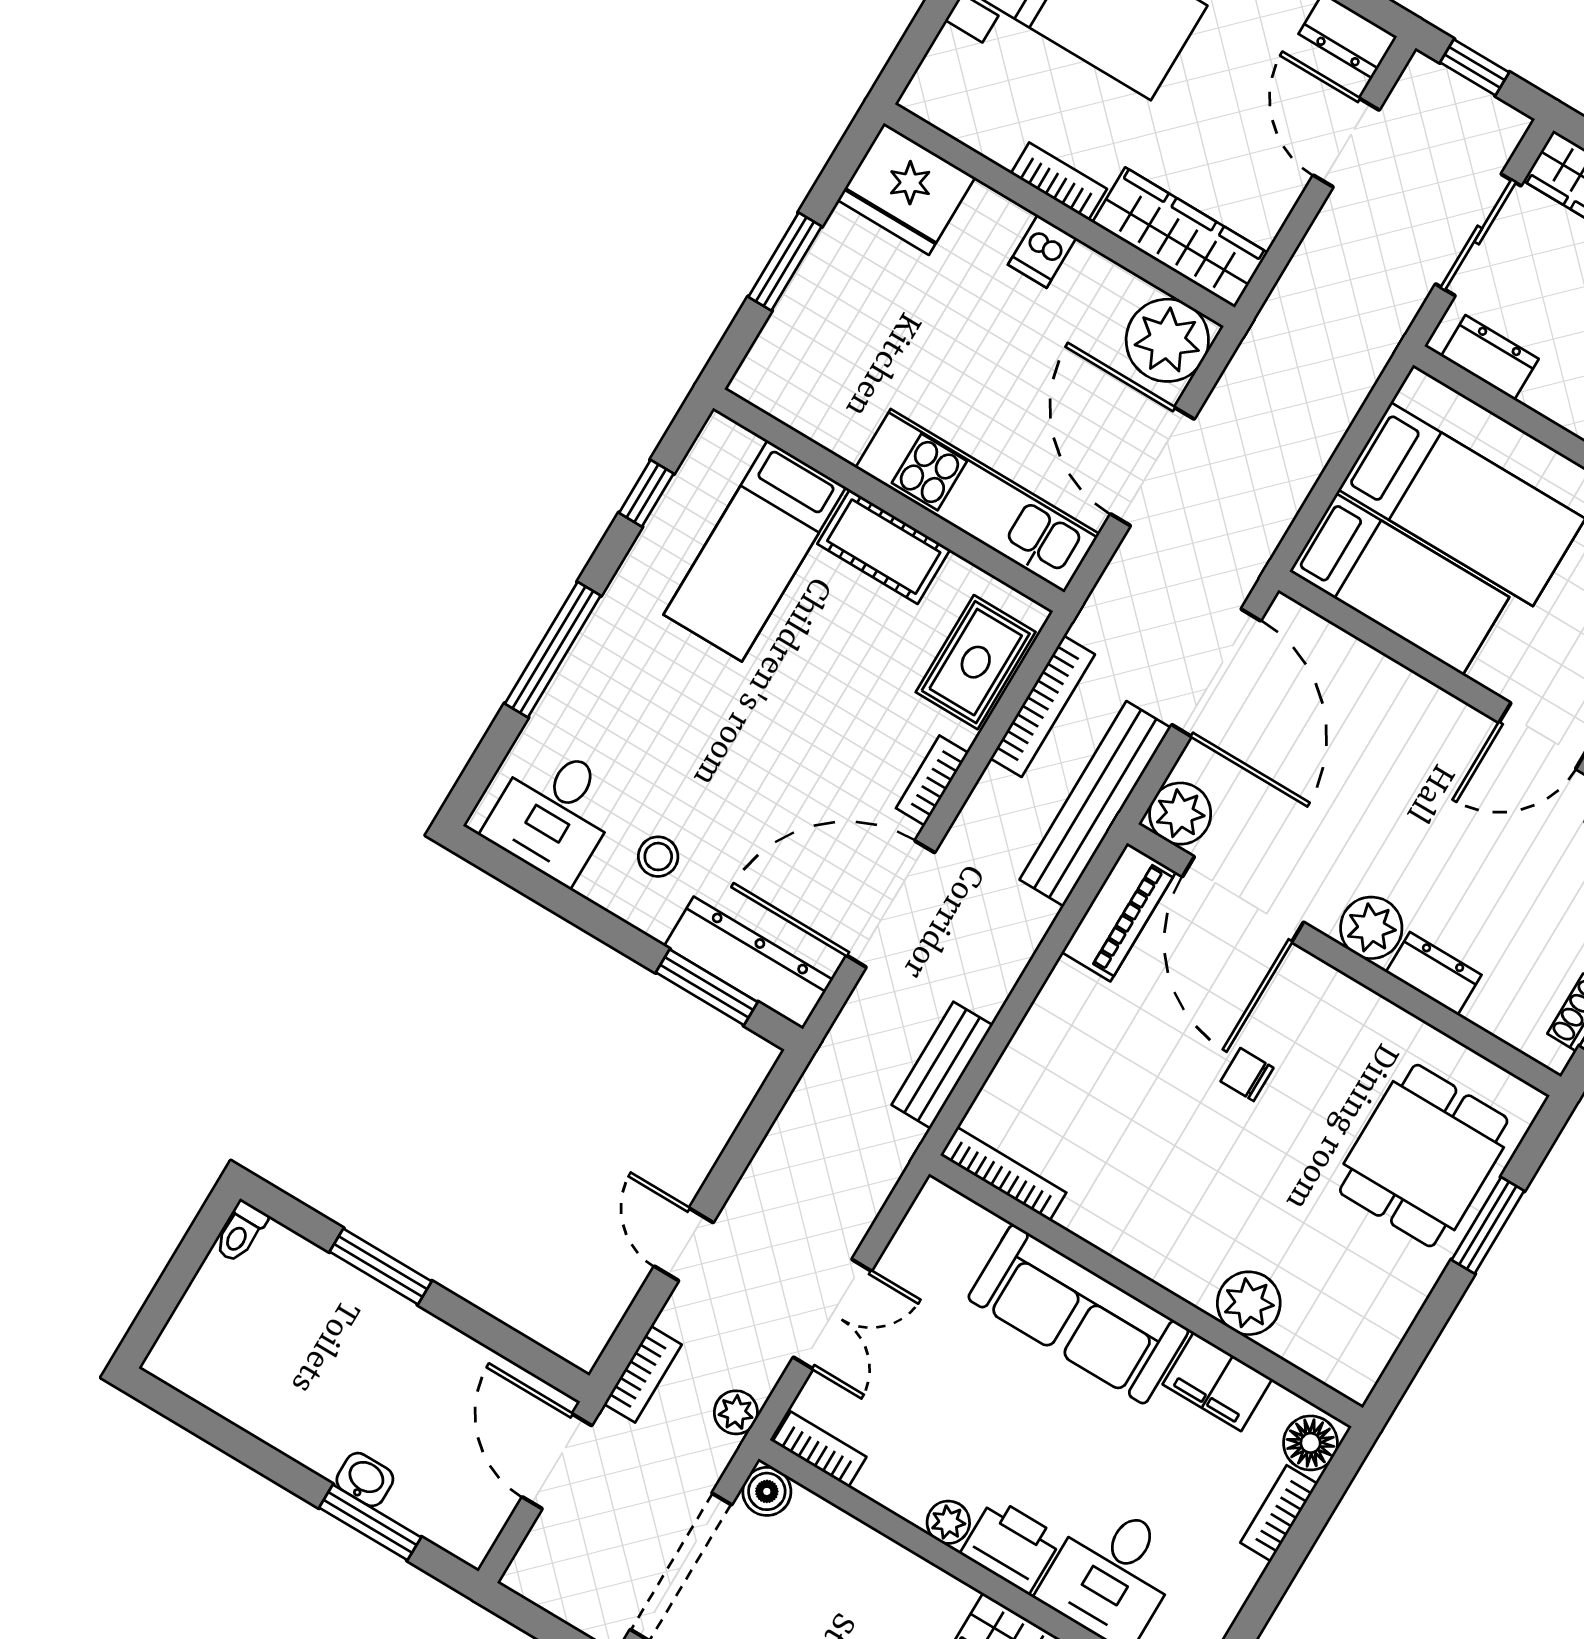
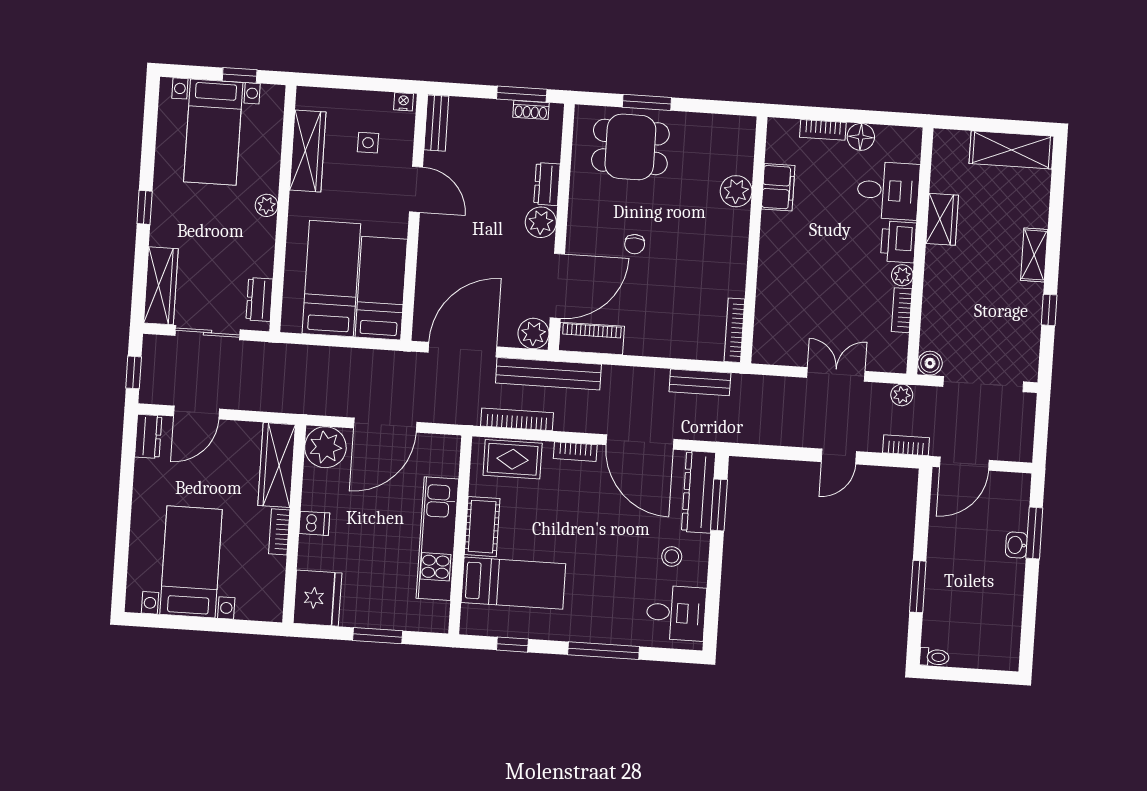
kitchen unit: (977, 501) -> (437, 539), moved
sofa: (1078, 1314) -> (780, 265), removed
floor lamp: (1311, 1443) -> (861, 137), moved
bookcase: (819, 1449) -> (902, 310), moved

